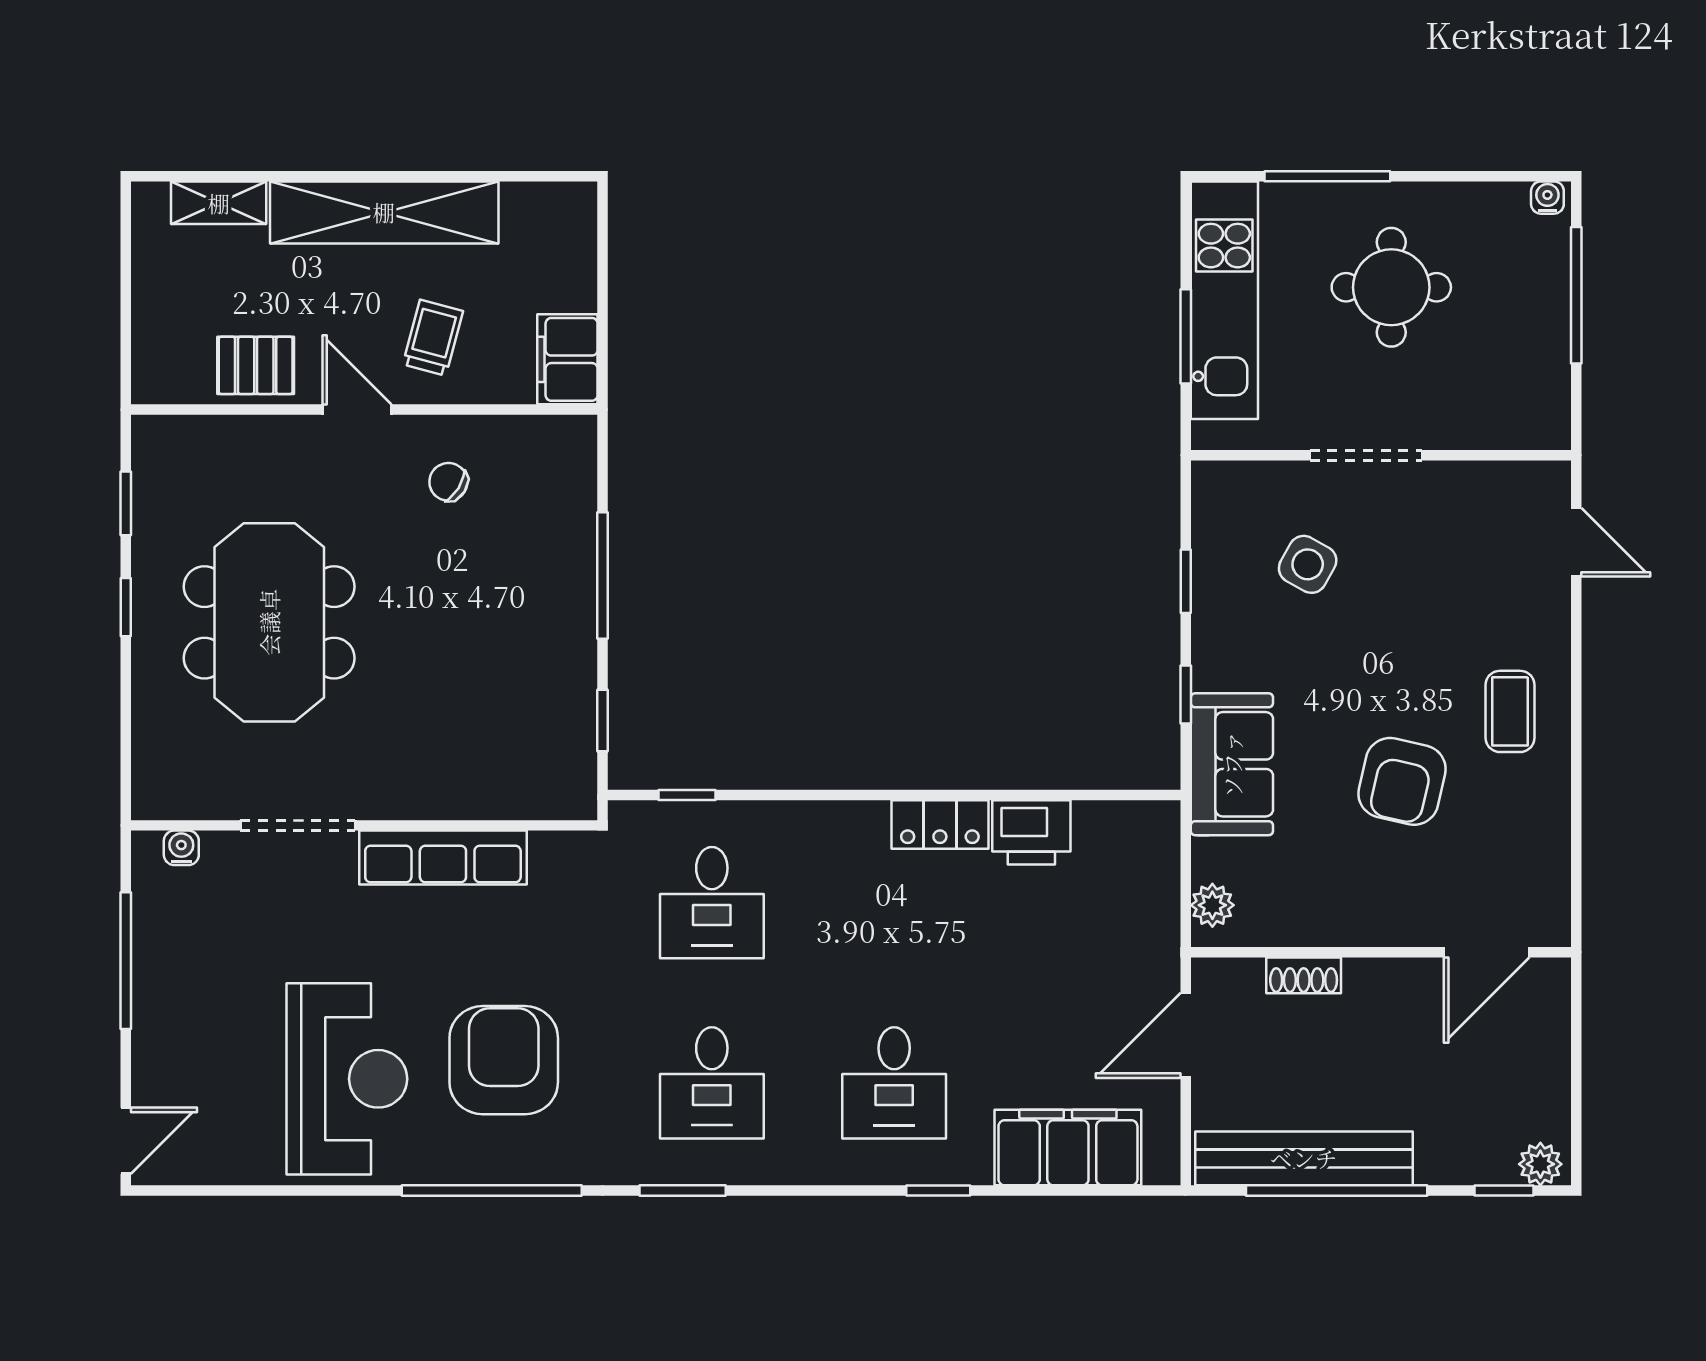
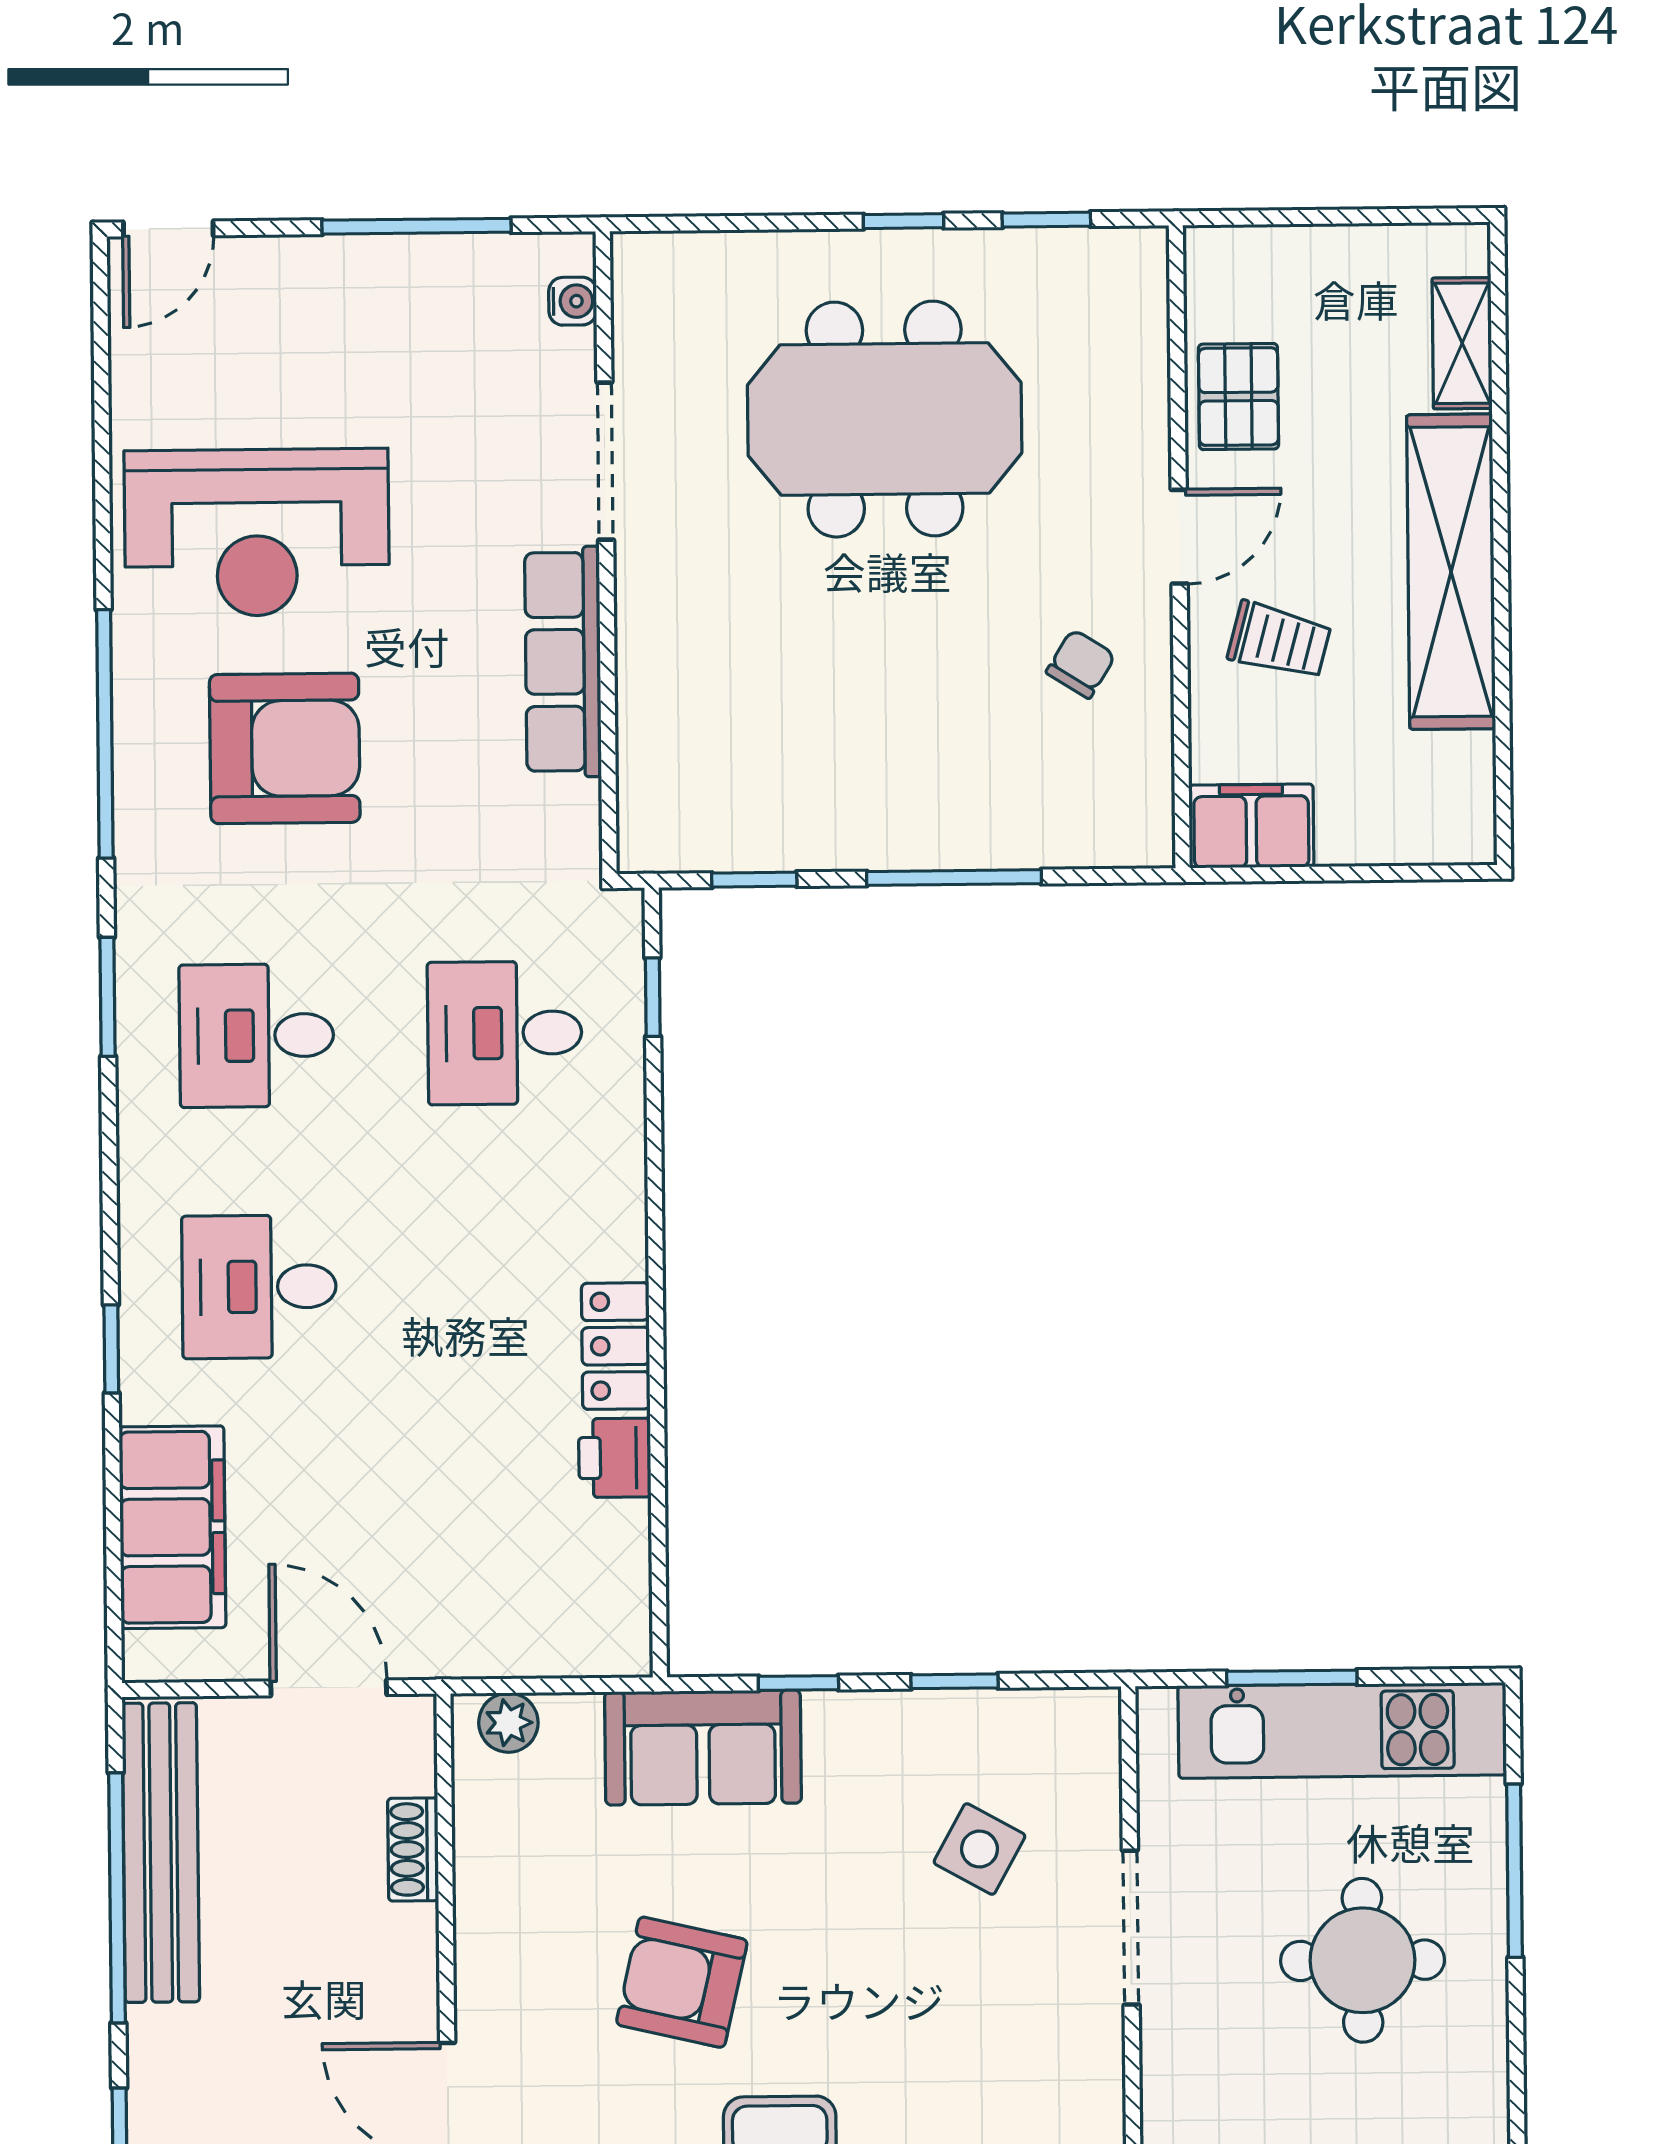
printer: (1031, 832) -> (615, 1458), width x0.73, depth x0.81
door: (126, 1141) -> (168, 229), hinge flipped

